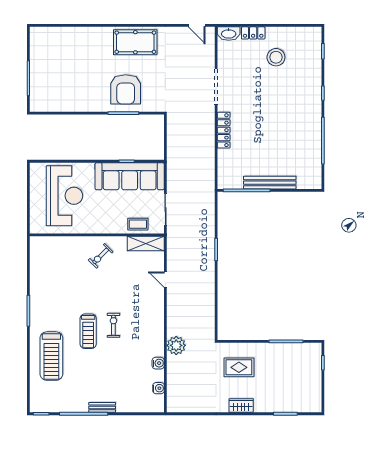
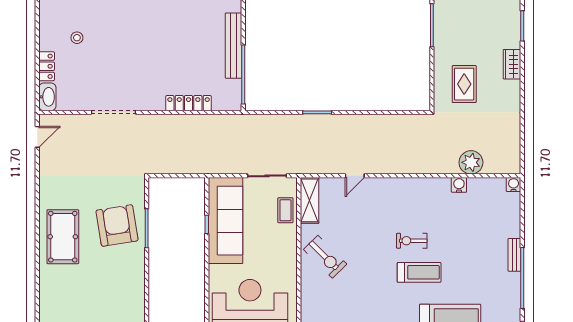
pool table: (135, 42) -> (63, 237), moved
stool: (276, 57) -> (77, 38), width x0.53, depth x0.53
armchair: (126, 89) -> (117, 226), turned -99
locker: (224, 130) -> (189, 103), moved
exercise bike: (101, 256) -> (325, 257), width x1.38, depth x1.39
plant: (176, 345) -> (471, 162), moved
water cooler: (158, 388) -> (514, 184), moved
wardrobe: (241, 406) -> (512, 64), moved

